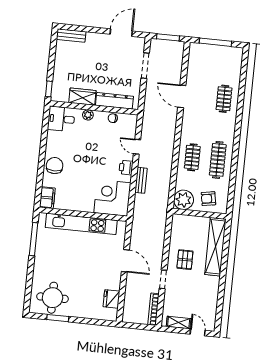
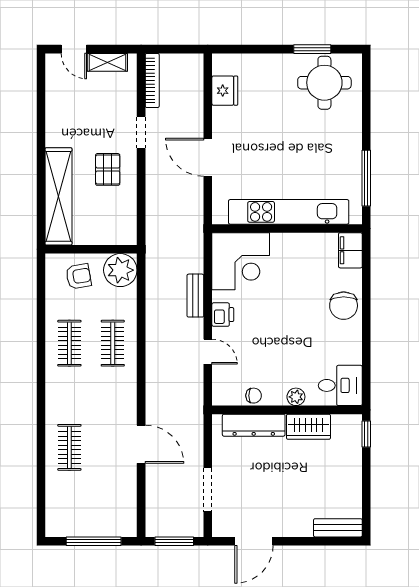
clothes rail: (218, 160) -> (69, 343), width x0.73

